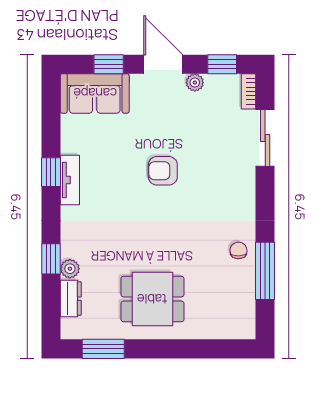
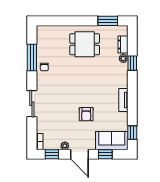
sliding door: (265, 138) -> (32, 104), moved
armchair: (163, 171) -> (86, 114), moved, turned 90
window: (51, 172) -> (132, 133), moved

